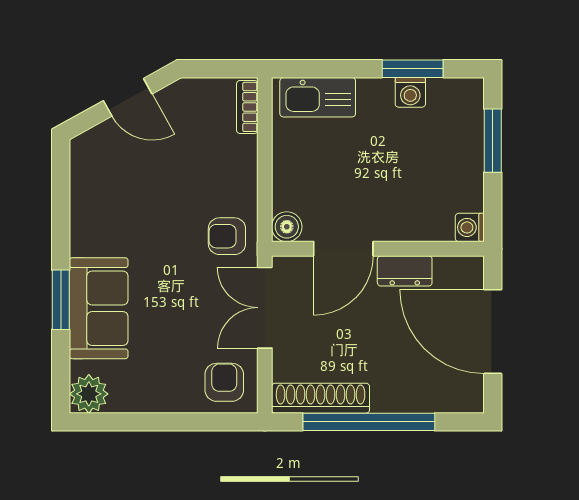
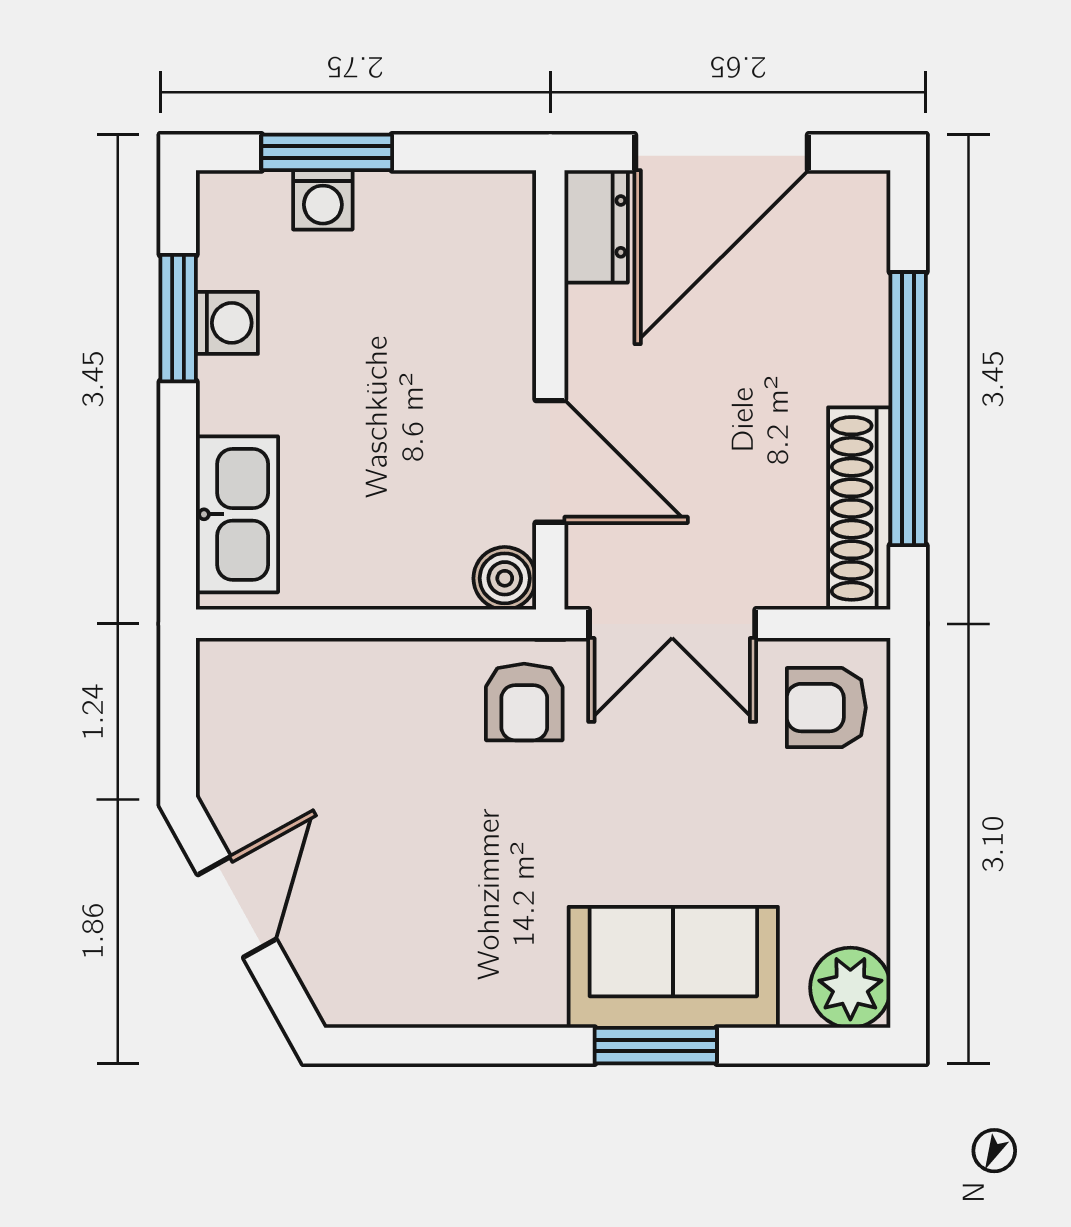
bookcase: (247, 107) -> (257, 660), removed
washing machine: (470, 227) -> (323, 200), moved
dresser: (405, 271) -> (596, 226), moved

